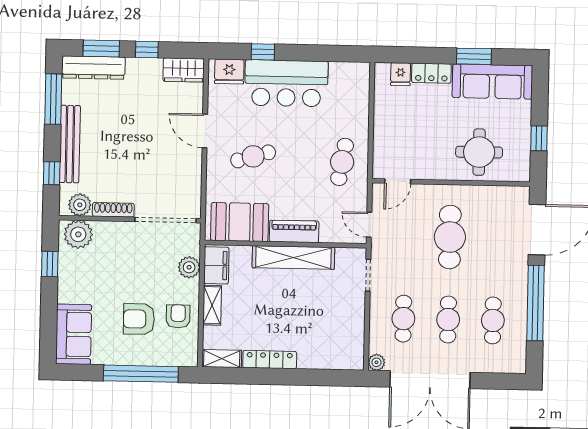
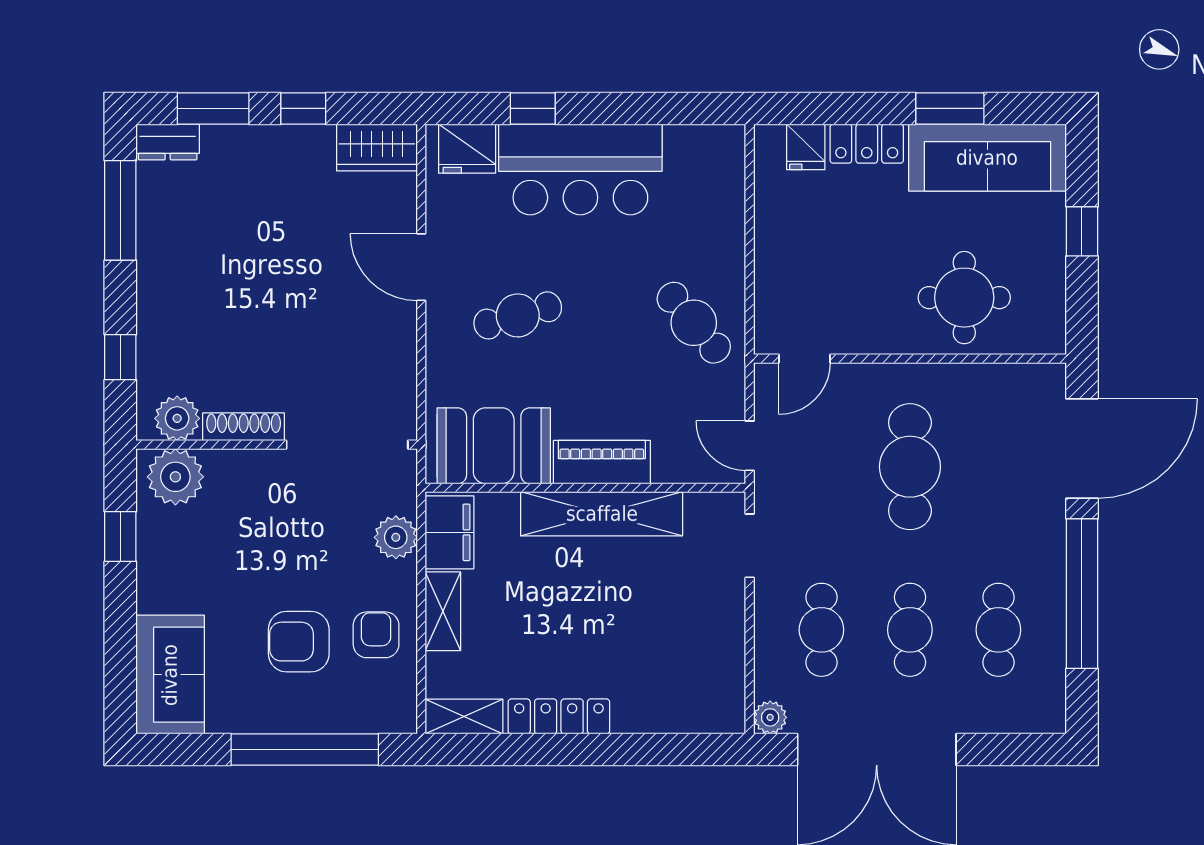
dresser: (93, 67) -> (168, 142), width x0.51, depth x0.80
window: (539, 138) -> (1082, 231), moved
bench: (70, 144) -> (155, 299), removed
cafe table: (342, 162) -> (694, 323), turned -50

